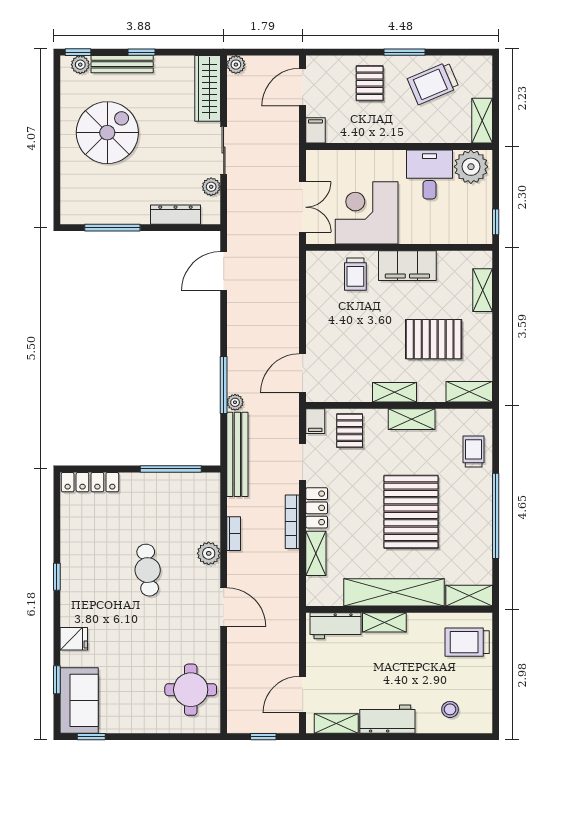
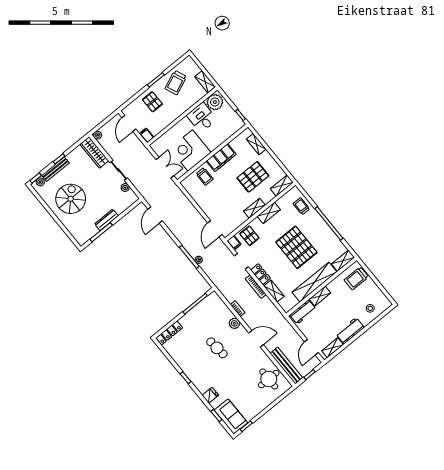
dresser: (175, 215) -> (106, 220), moved
bench: (237, 454) -> (286, 366), moved

